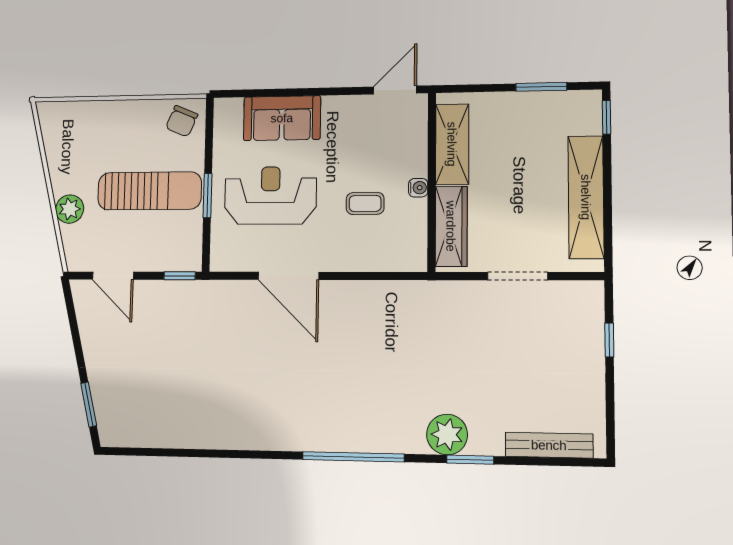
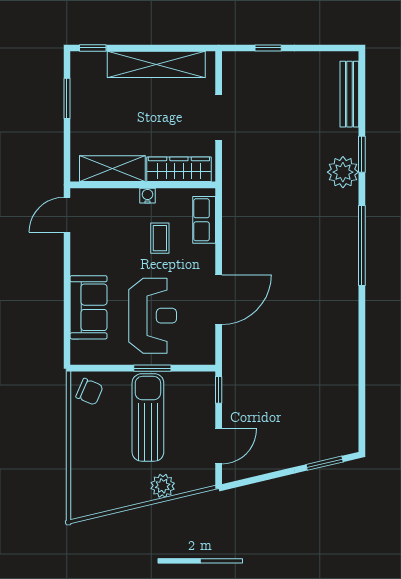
door: (395, 90) -> (67, 215), hinge flipped
reception desk: (270, 195) -> (153, 316), turned 180
row of seats: (387, 258) -> (204, 220), added

